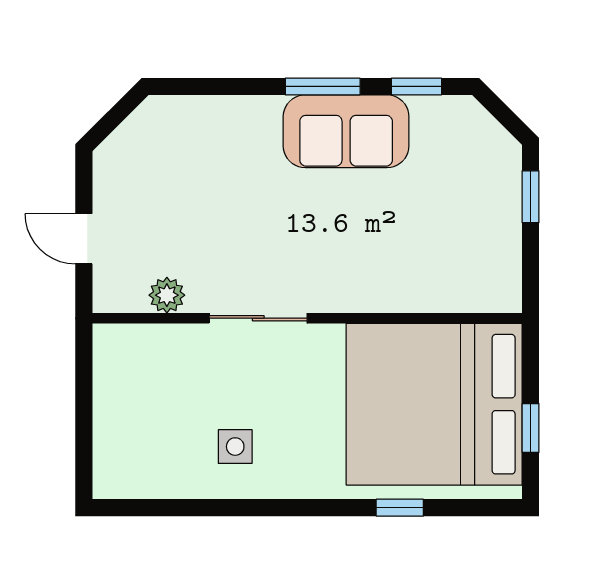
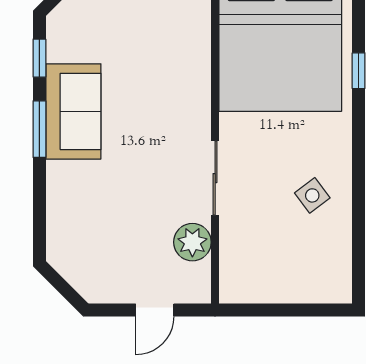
plant: (167, 295) -> (192, 242), width x1.38, depth x1.38
side table: (235, 447) -> (312, 195), turned -37

